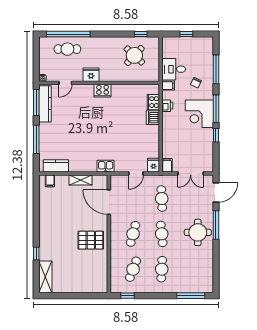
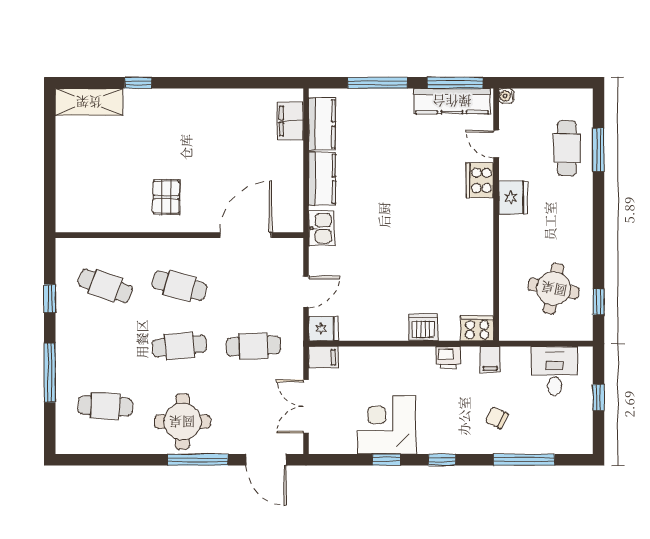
window: (68, 34) -> (599, 150), width x0.47
round table: (134, 55) -> (554, 289), turned -32
desk: (174, 69) -> (554, 371), moved
cooker: (103, 91) -> (480, 180), moved
cooker: (153, 102) -> (477, 328), moved
window: (216, 109) -> (442, 460), width x0.46
corner desk: (199, 114) -> (387, 425), moved
kitchen counter: (82, 166) -> (322, 179), added
door: (136, 173) -> (306, 292), swing flipped
shelving: (81, 180) -> (292, 176), removed
filing cabinet: (50, 181) -> (291, 121), width x2.00
pallet: (91, 240) -> (166, 197), width x0.67, depth x0.71
cafe table: (162, 269) -> (105, 406), moved
window: (128, 296) -> (50, 299), moved
window: (191, 296) -> (50, 373), moved

